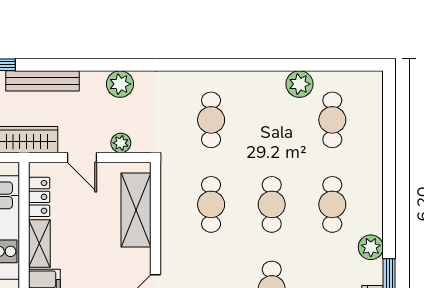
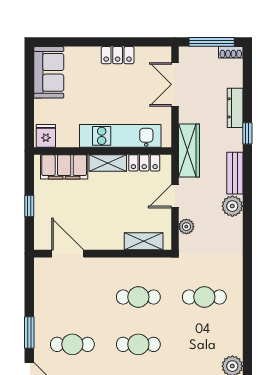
bench: (43, 81) -> (235, 173), width x0.73
plant: (120, 84) -> (232, 206), moved
shelving: (136, 210) -> (144, 241), width x0.67, depth x0.75

